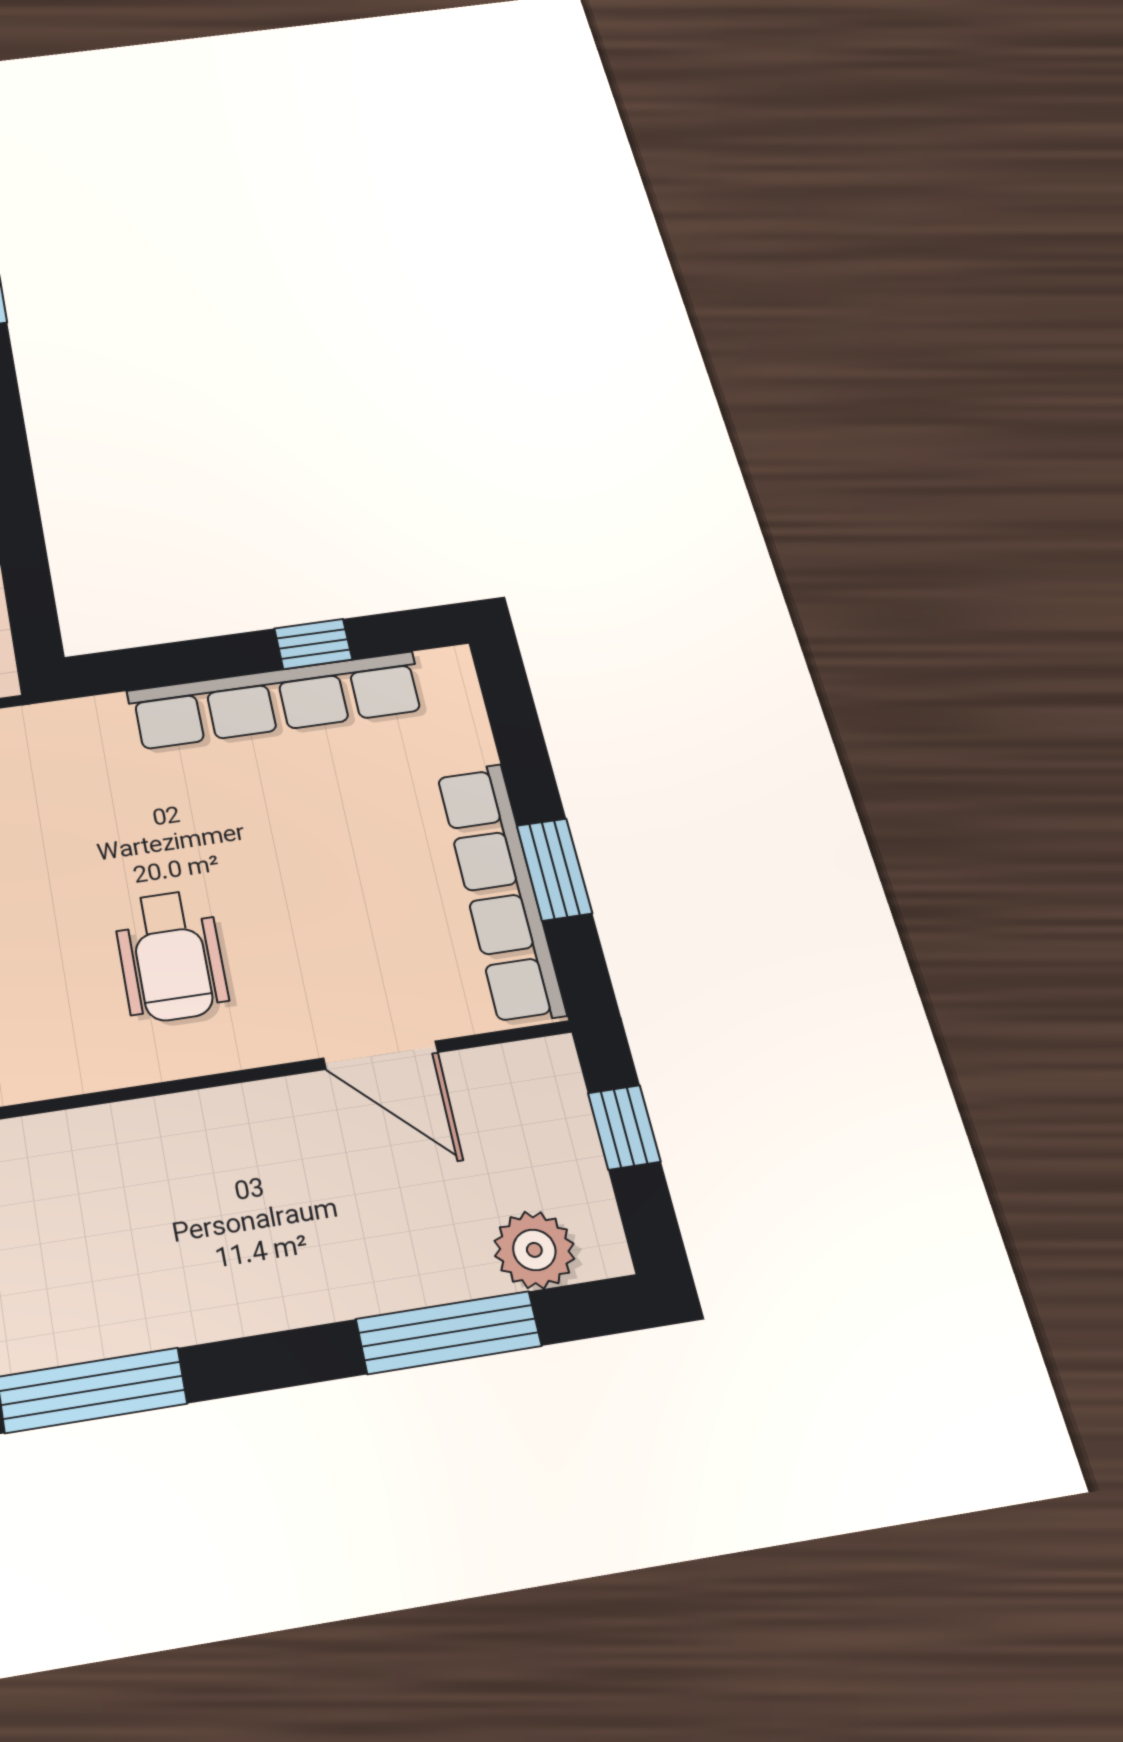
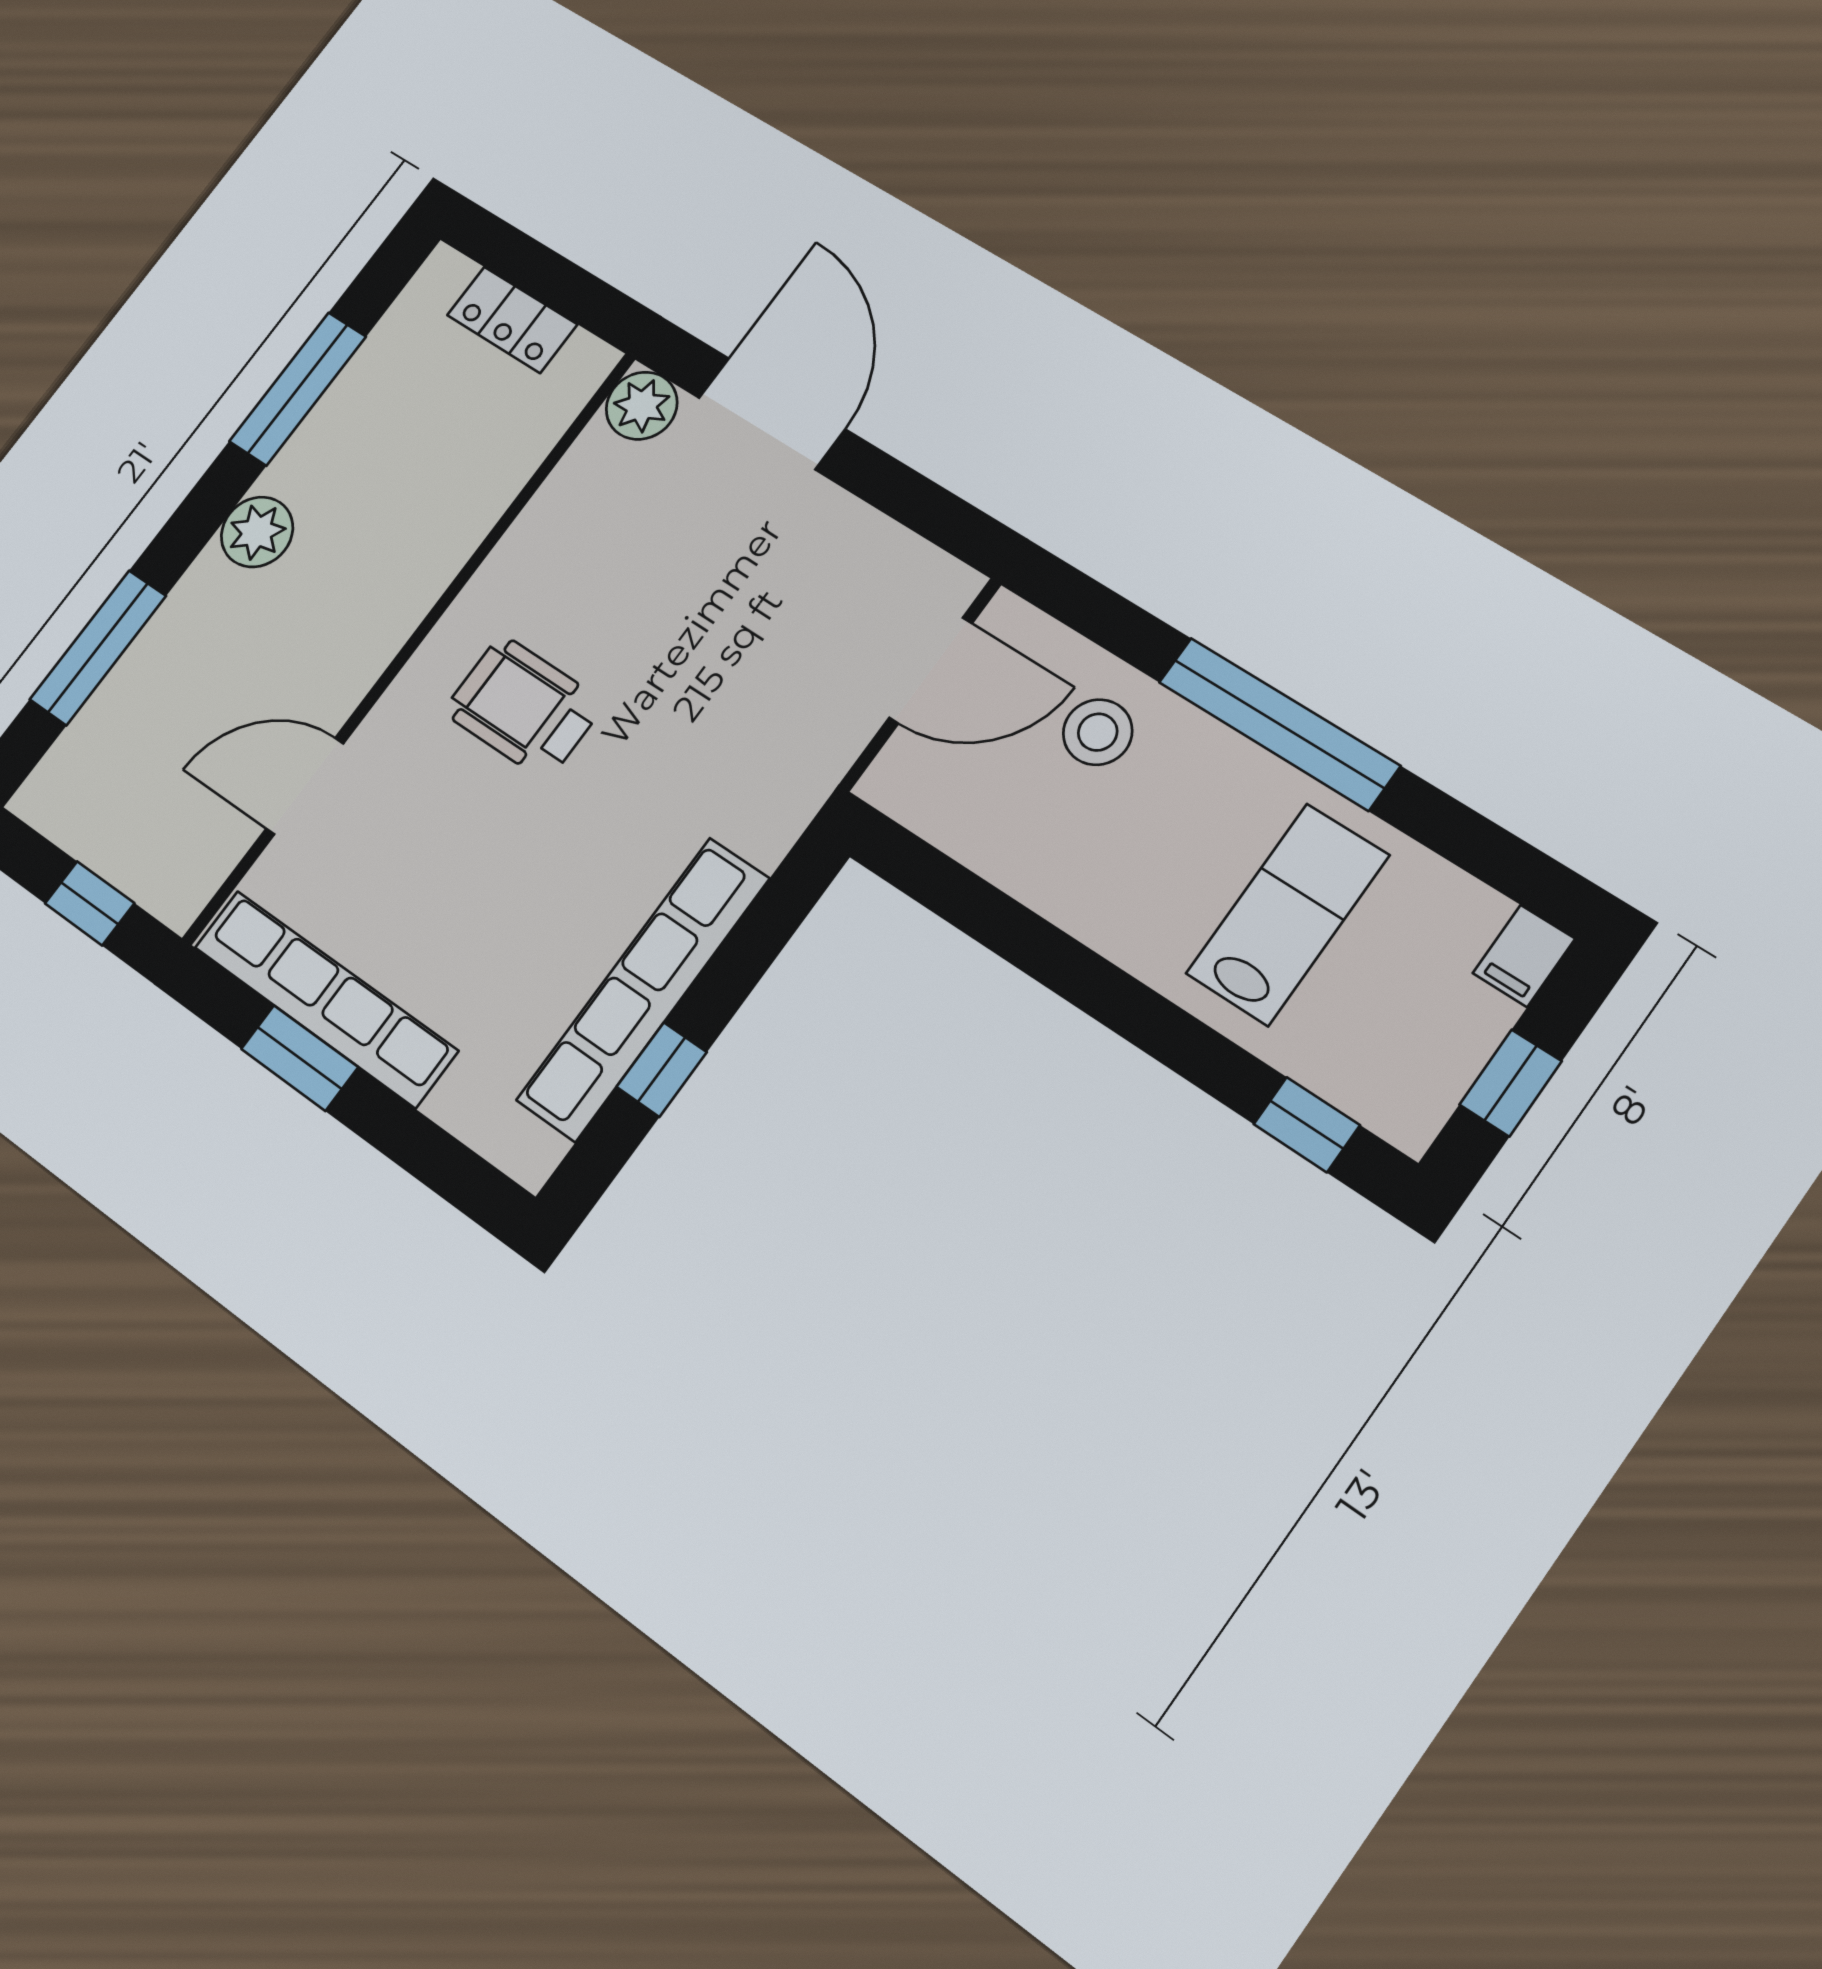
plant: (534, 1250) -> (257, 532), moved

